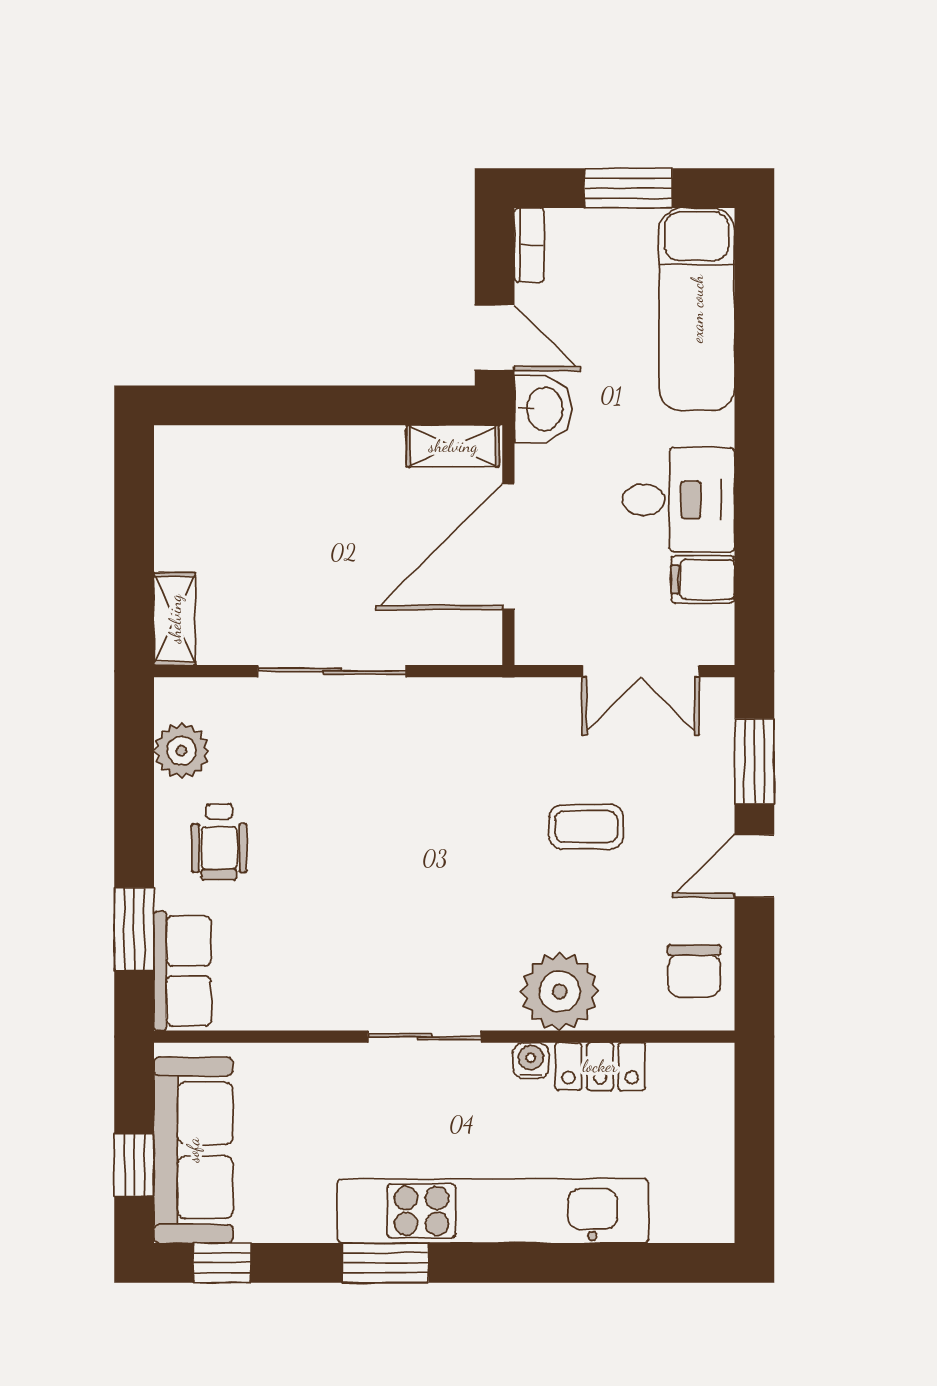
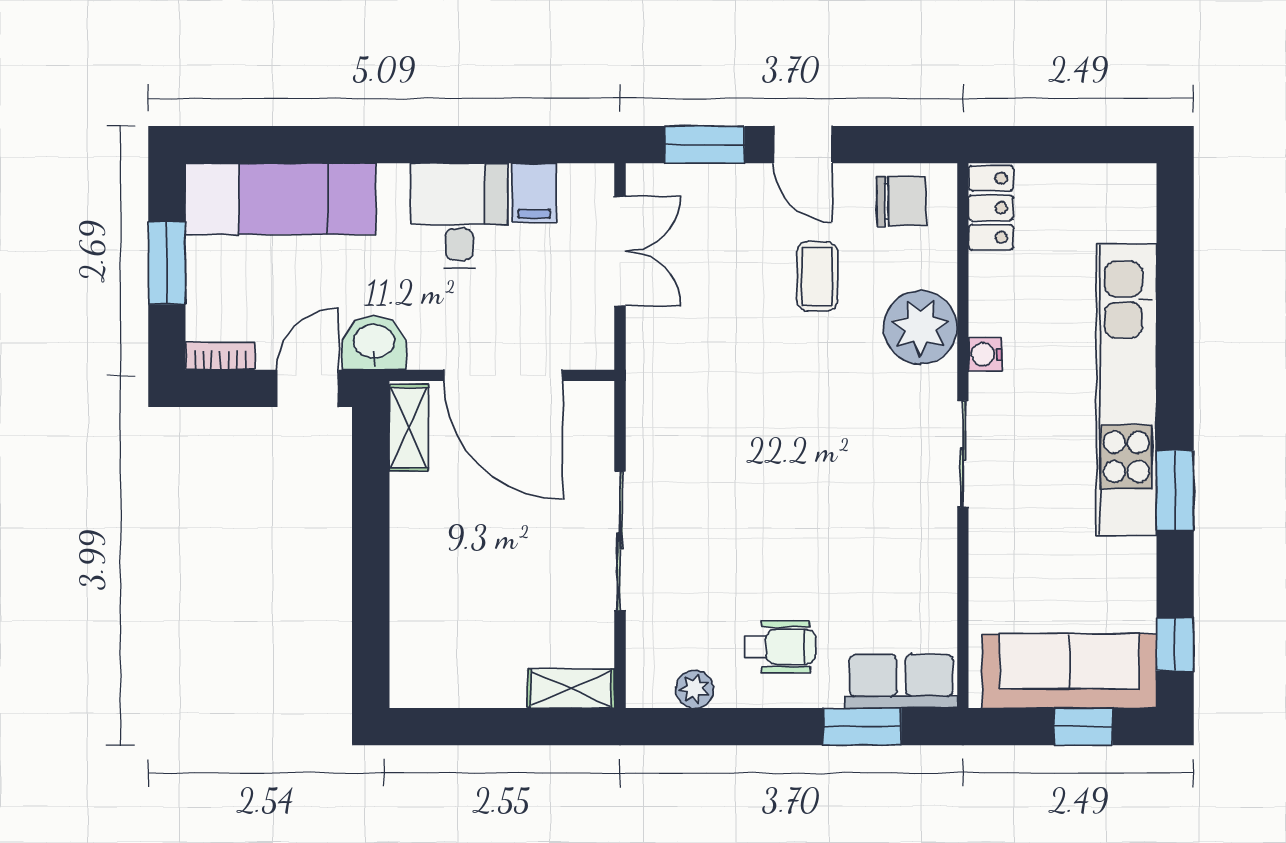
plant: (182, 751) -> (695, 689), width x0.73, depth x0.73
coffee table: (586, 827) -> (817, 276), moved
locker: (600, 1066) -> (991, 208), moved

